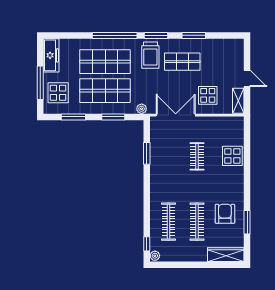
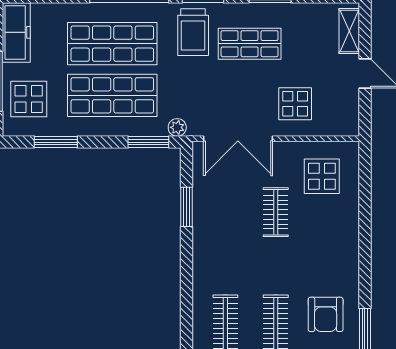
shelving: (238, 101) -> (349, 31), moved
double door: (176, 115) -> (238, 139), swing flipped
window: (113, 117) -> (148, 142), moved
display table: (232, 156) -> (322, 176), moved
armchair: (225, 214) -> (326, 314), turned 180

